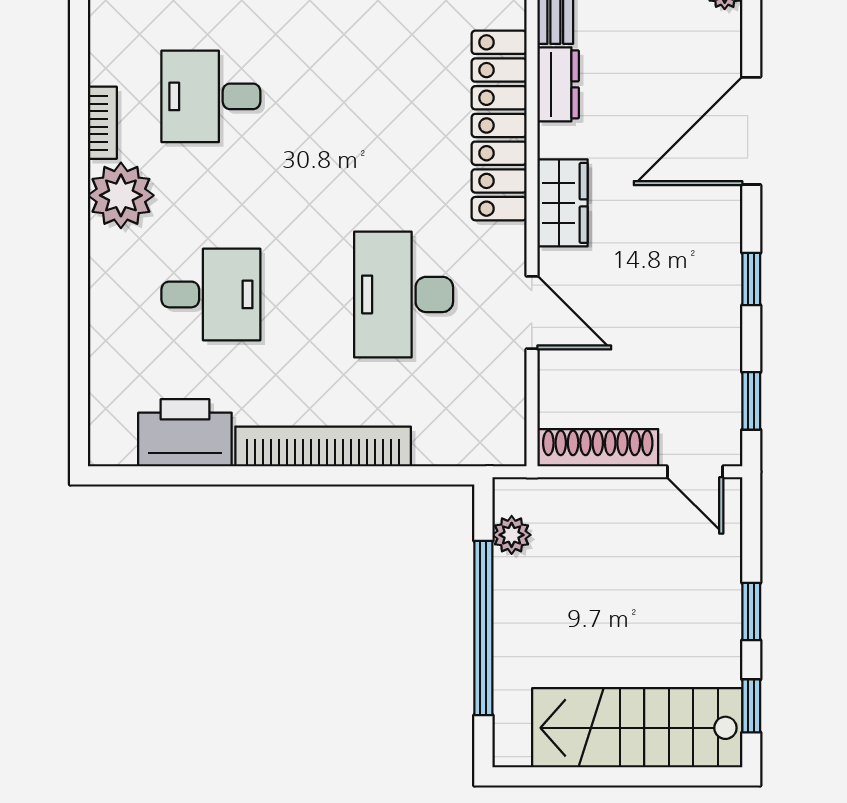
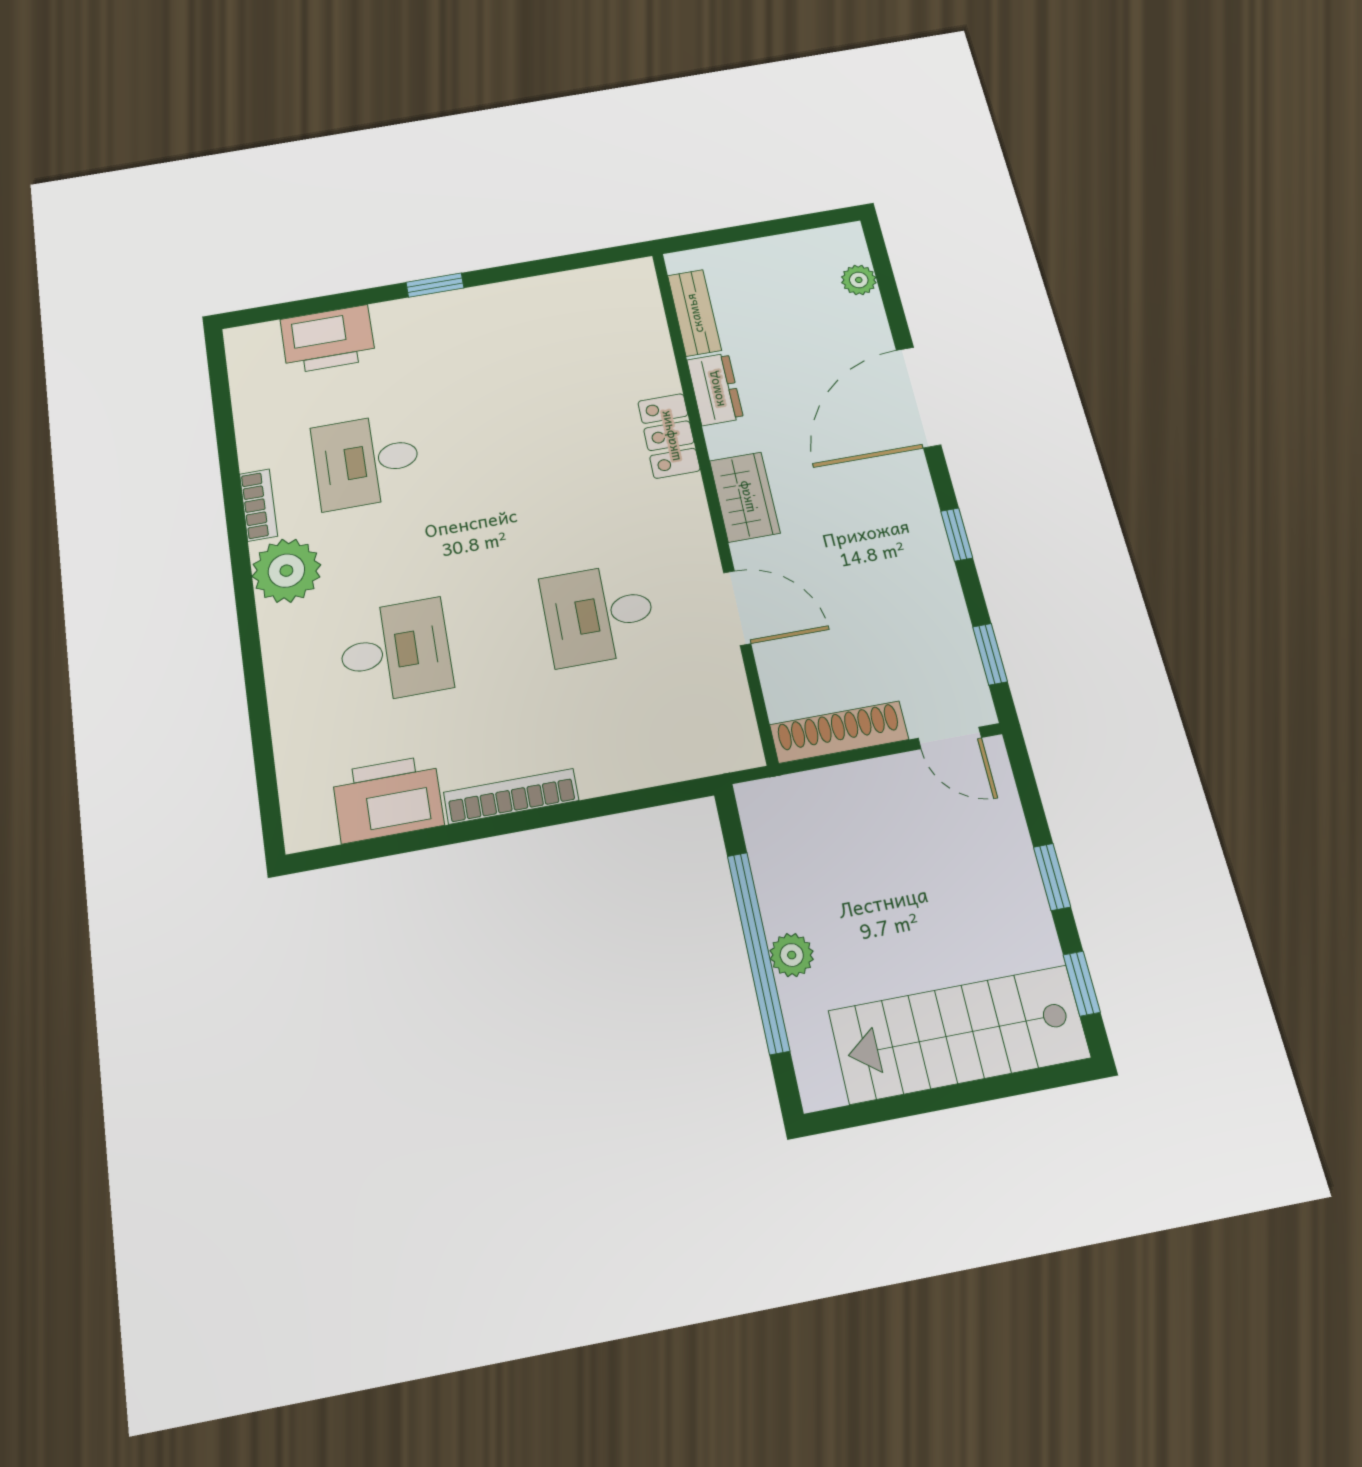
locker: (499, 125) -> (669, 436), width x0.46, depth x0.83
desk: (404, 294) -> (599, 614), width x0.73
bookcase: (323, 446) -> (511, 796), width x0.68, depth x0.76
plant: (512, 535) -> (792, 955), moved

